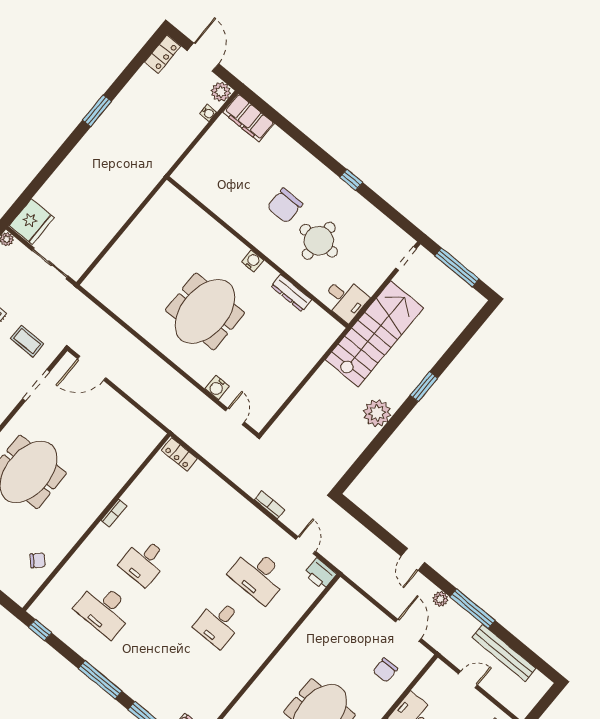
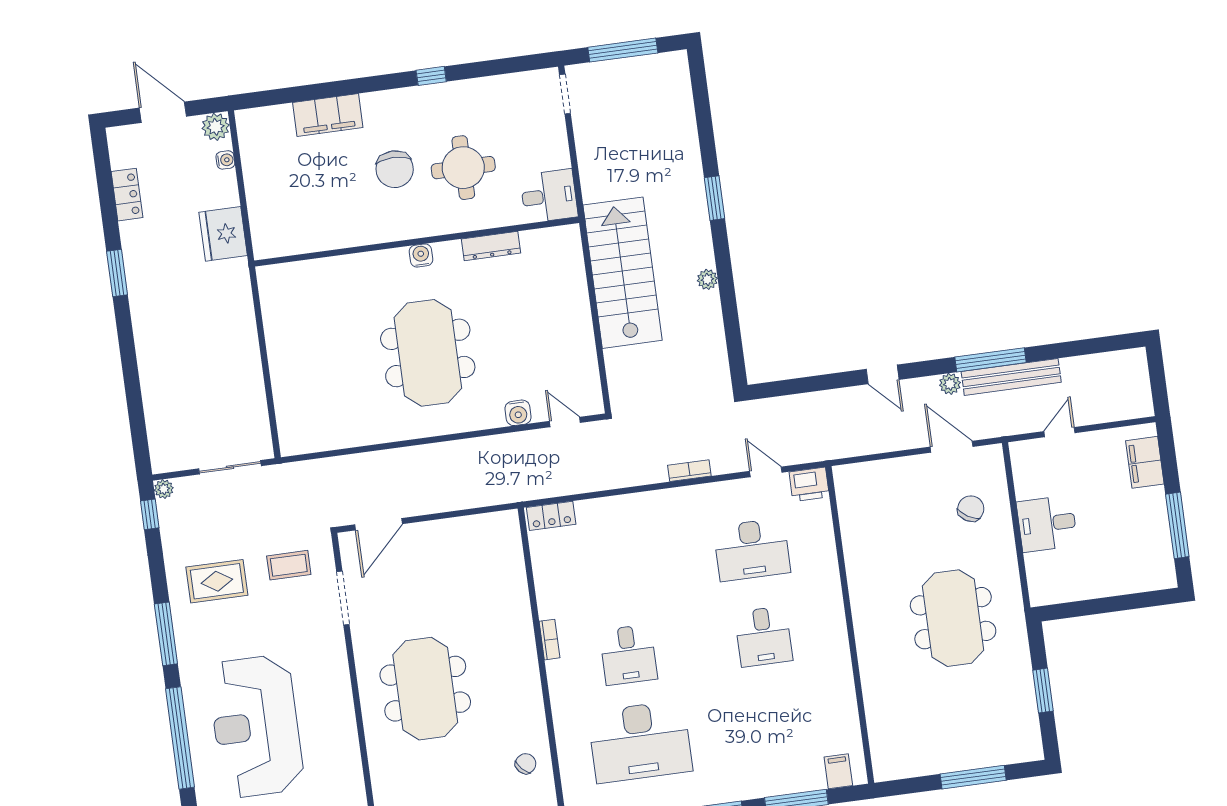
locker: (163, 54) -> (127, 195), moved
filing cabinet: (249, 118) -> (328, 115), moved
fridge: (32, 222) -> (223, 234), moved, turned 180
stairs: (374, 334) -> (623, 273), moved
plant: (377, 413) -> (707, 279), width x0.53, depth x0.53
desk: (104, 610) -> (640, 742), width x1.36, depth x1.30
bench: (504, 653) -> (1011, 377), moved
chair: (385, 670) -> (971, 509), turned -149

